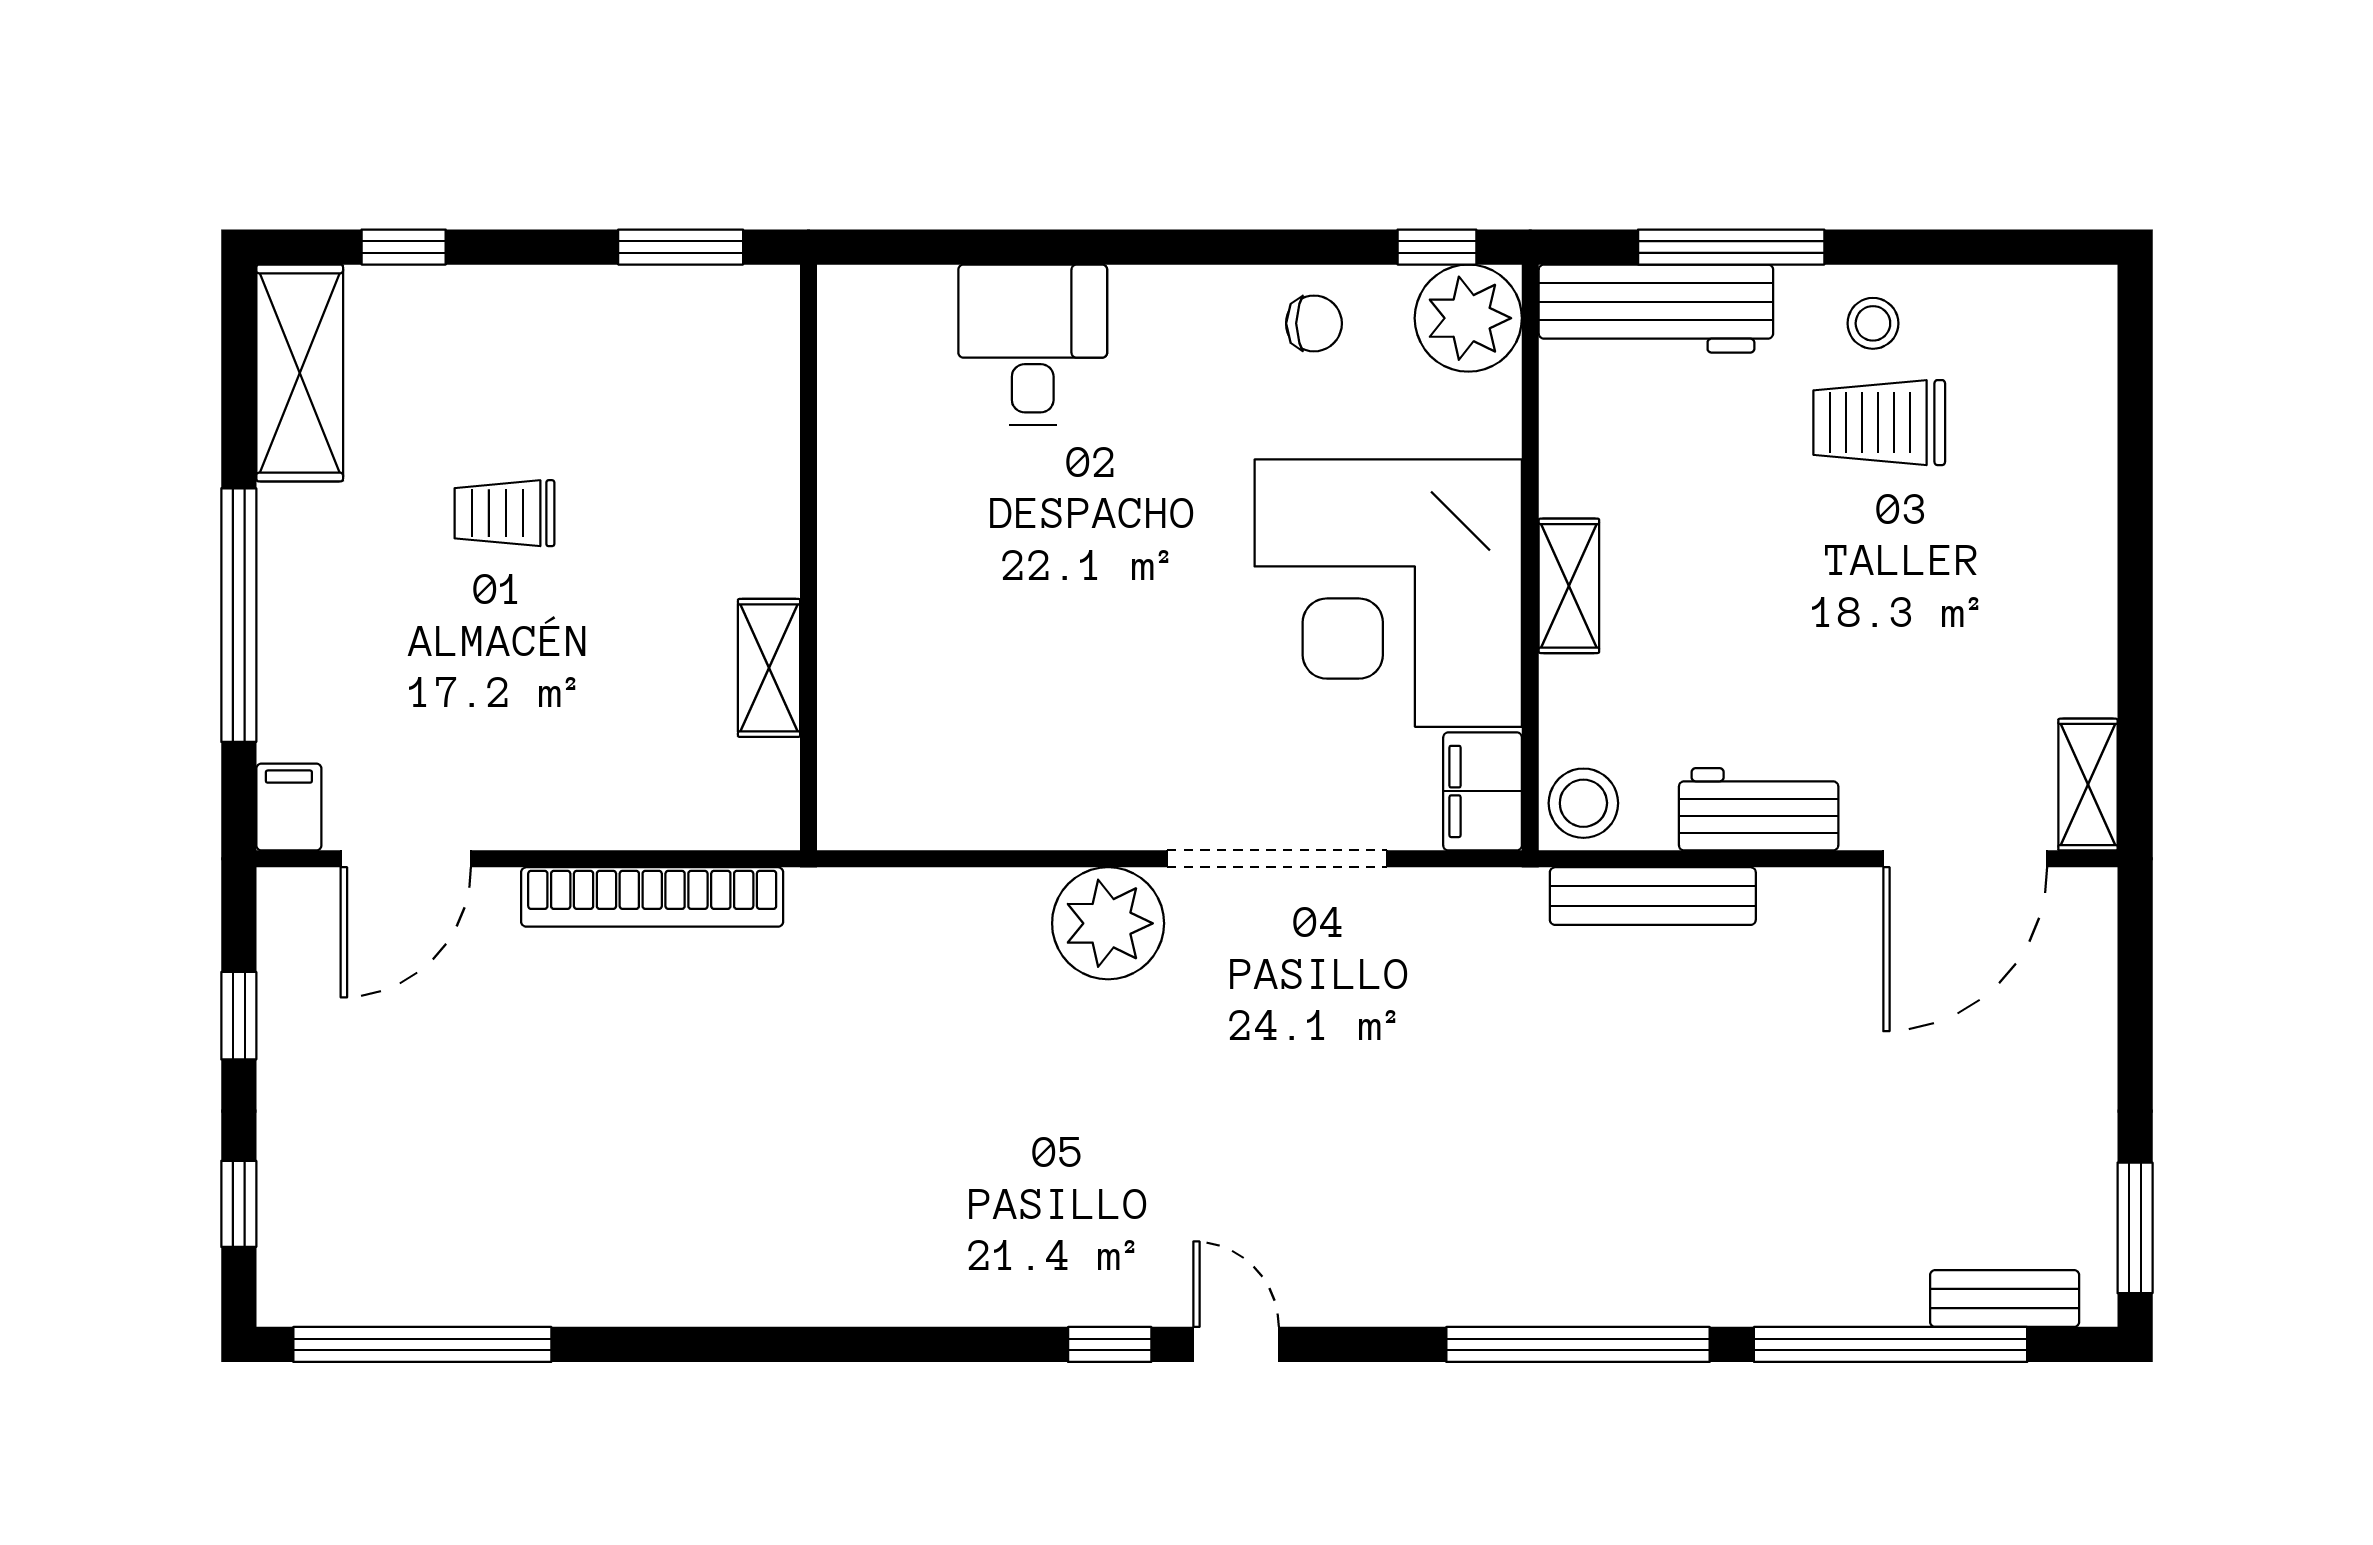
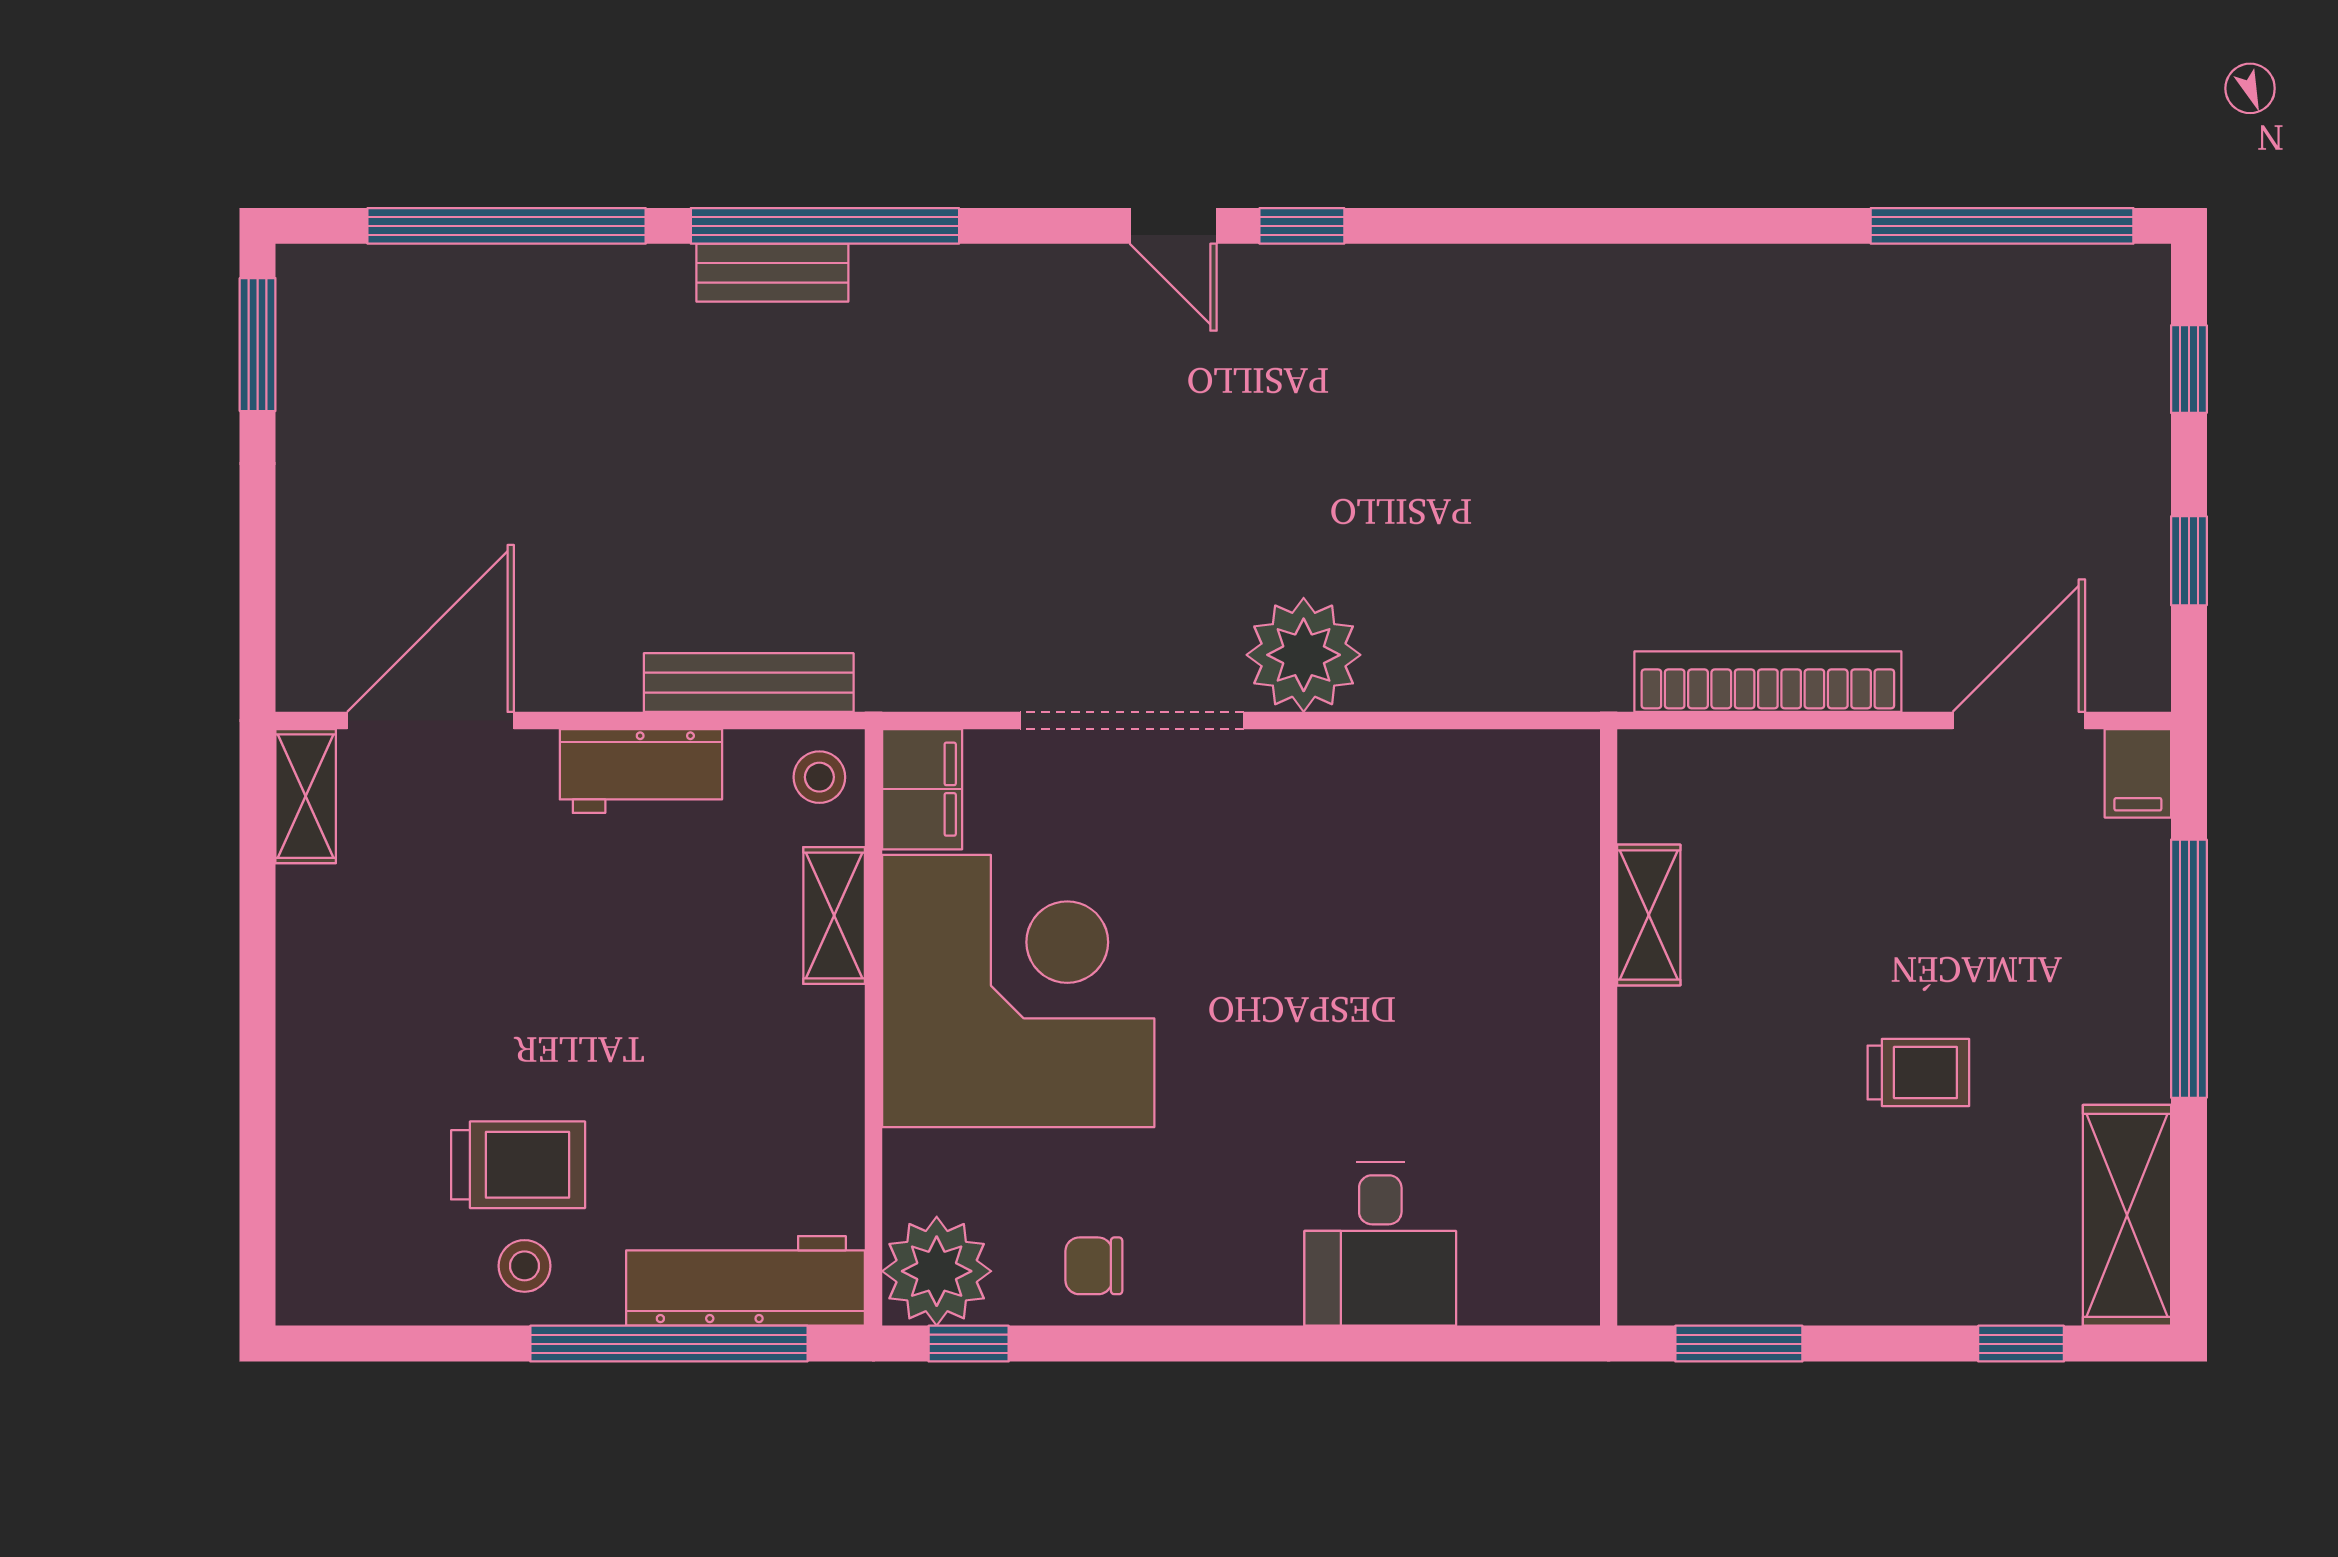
window: (1731, 247) -> (669, 1344), width x1.46
shelving: (1569, 586) -> (834, 915), moved
stool: (1583, 803) -> (819, 777), width x0.73, depth x0.73
bench: (2005, 1298) -> (772, 273), moved

